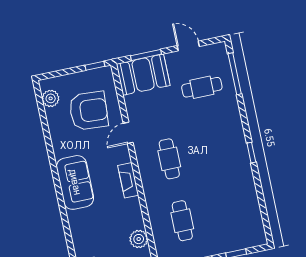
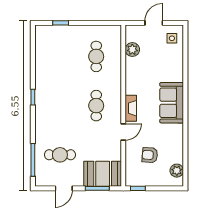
door: (188, 46) -> (64, 188), hinge flipped
armchair: (89, 111) -> (150, 155), width x0.53, depth x0.53
fireplace: (128, 180) -> (131, 108), moved

